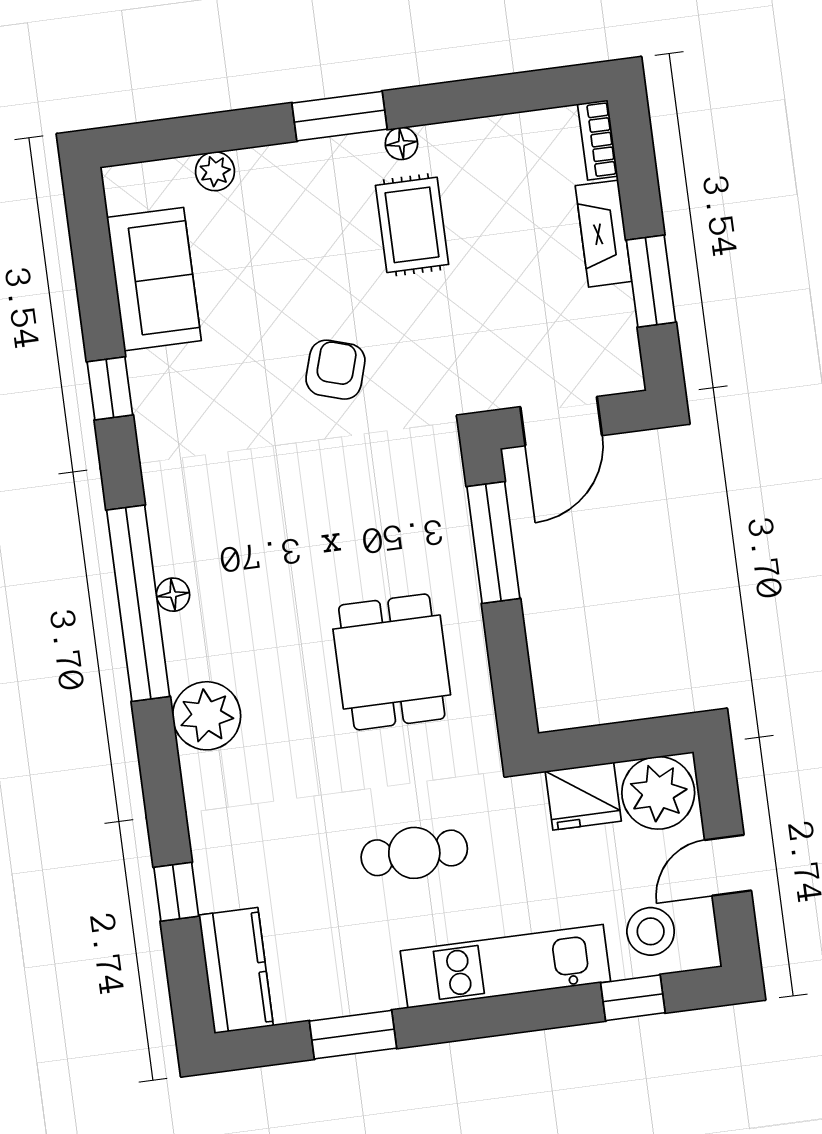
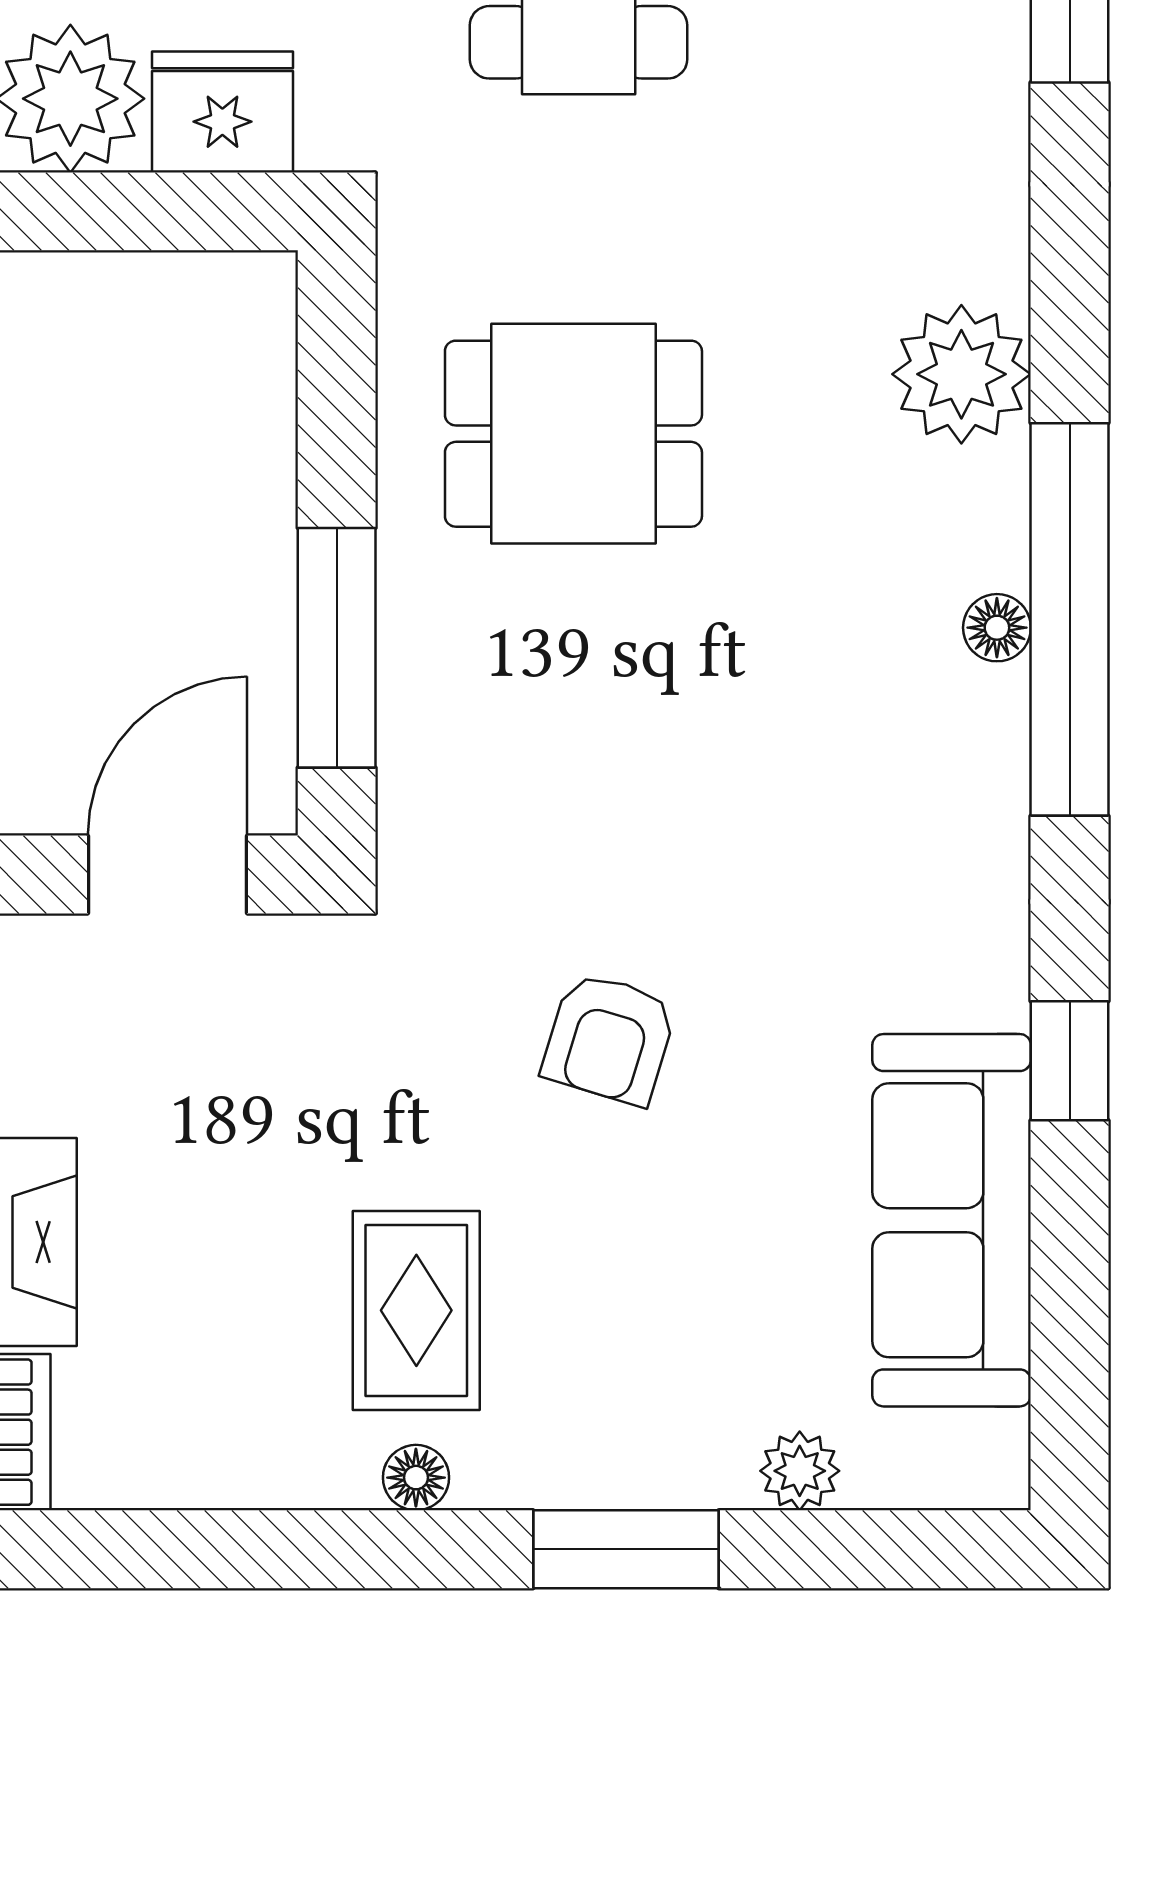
window: (340, 116) -> (626, 1549), moved
sofa: (154, 279) -> (952, 1220), width x1.36
dining table: (392, 662) -> (573, 434), turned 90

